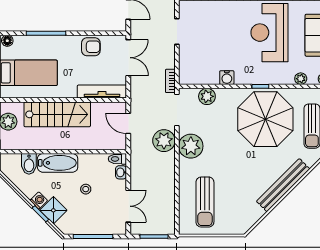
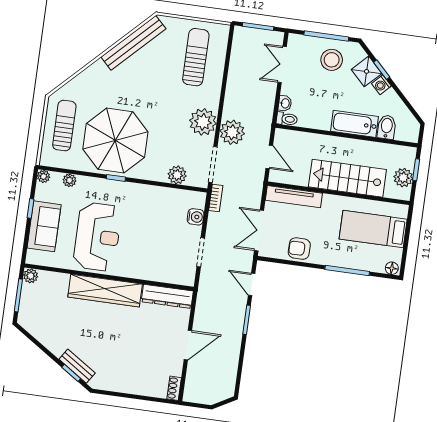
water cooler: (227, 78) -> (196, 217), moved, turned 90
bench: (283, 185) -> (133, 43), moved
stool: (86, 189) -> (332, 60), moved, width x1.89, depth x1.89

